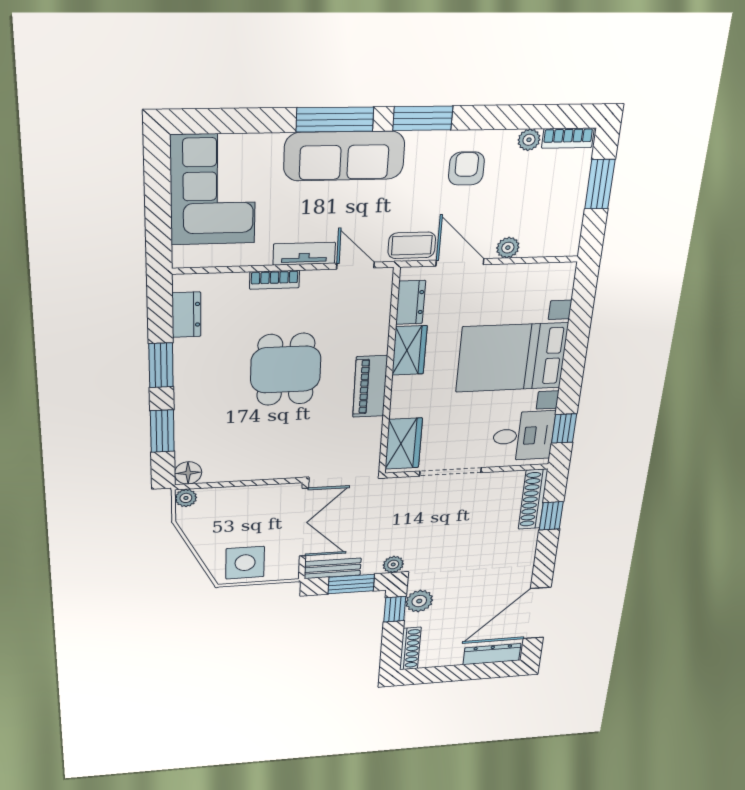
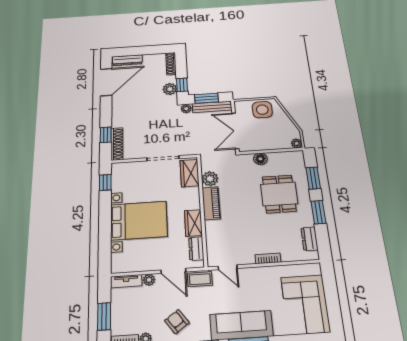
armchair: (466, 169) -> (177, 322), turned 144
tv unit: (304, 254) -> (126, 281), moved
dining table: (286, 369) -> (279, 194), moved
plant: (366, 432) -> (210, 179), added
desk: (523, 436) -> (127, 178), removed
floor lamp: (188, 473) -> (260, 159), moved
bench: (333, 568) -> (212, 107), width x1.36

